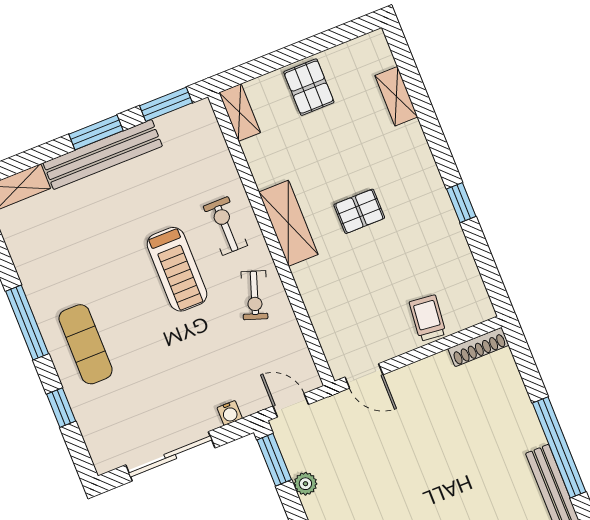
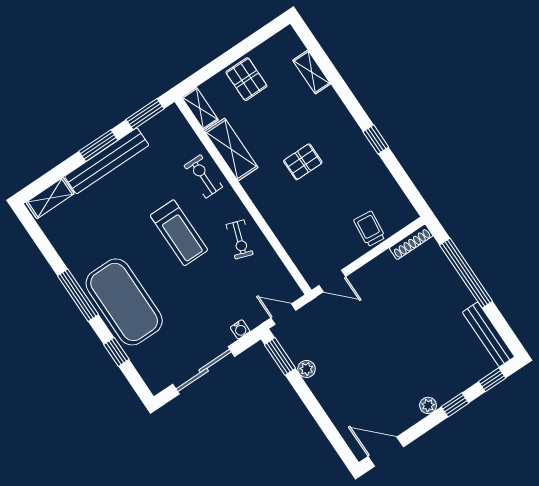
shelving: (288, 223) -> (231, 149), moved
exercise bike: (225, 226) -> (203, 176), moved
exercise mat: (86, 344) -> (124, 302), width x2.00, depth x1.45
window: (559, 447) -> (466, 273), moved

